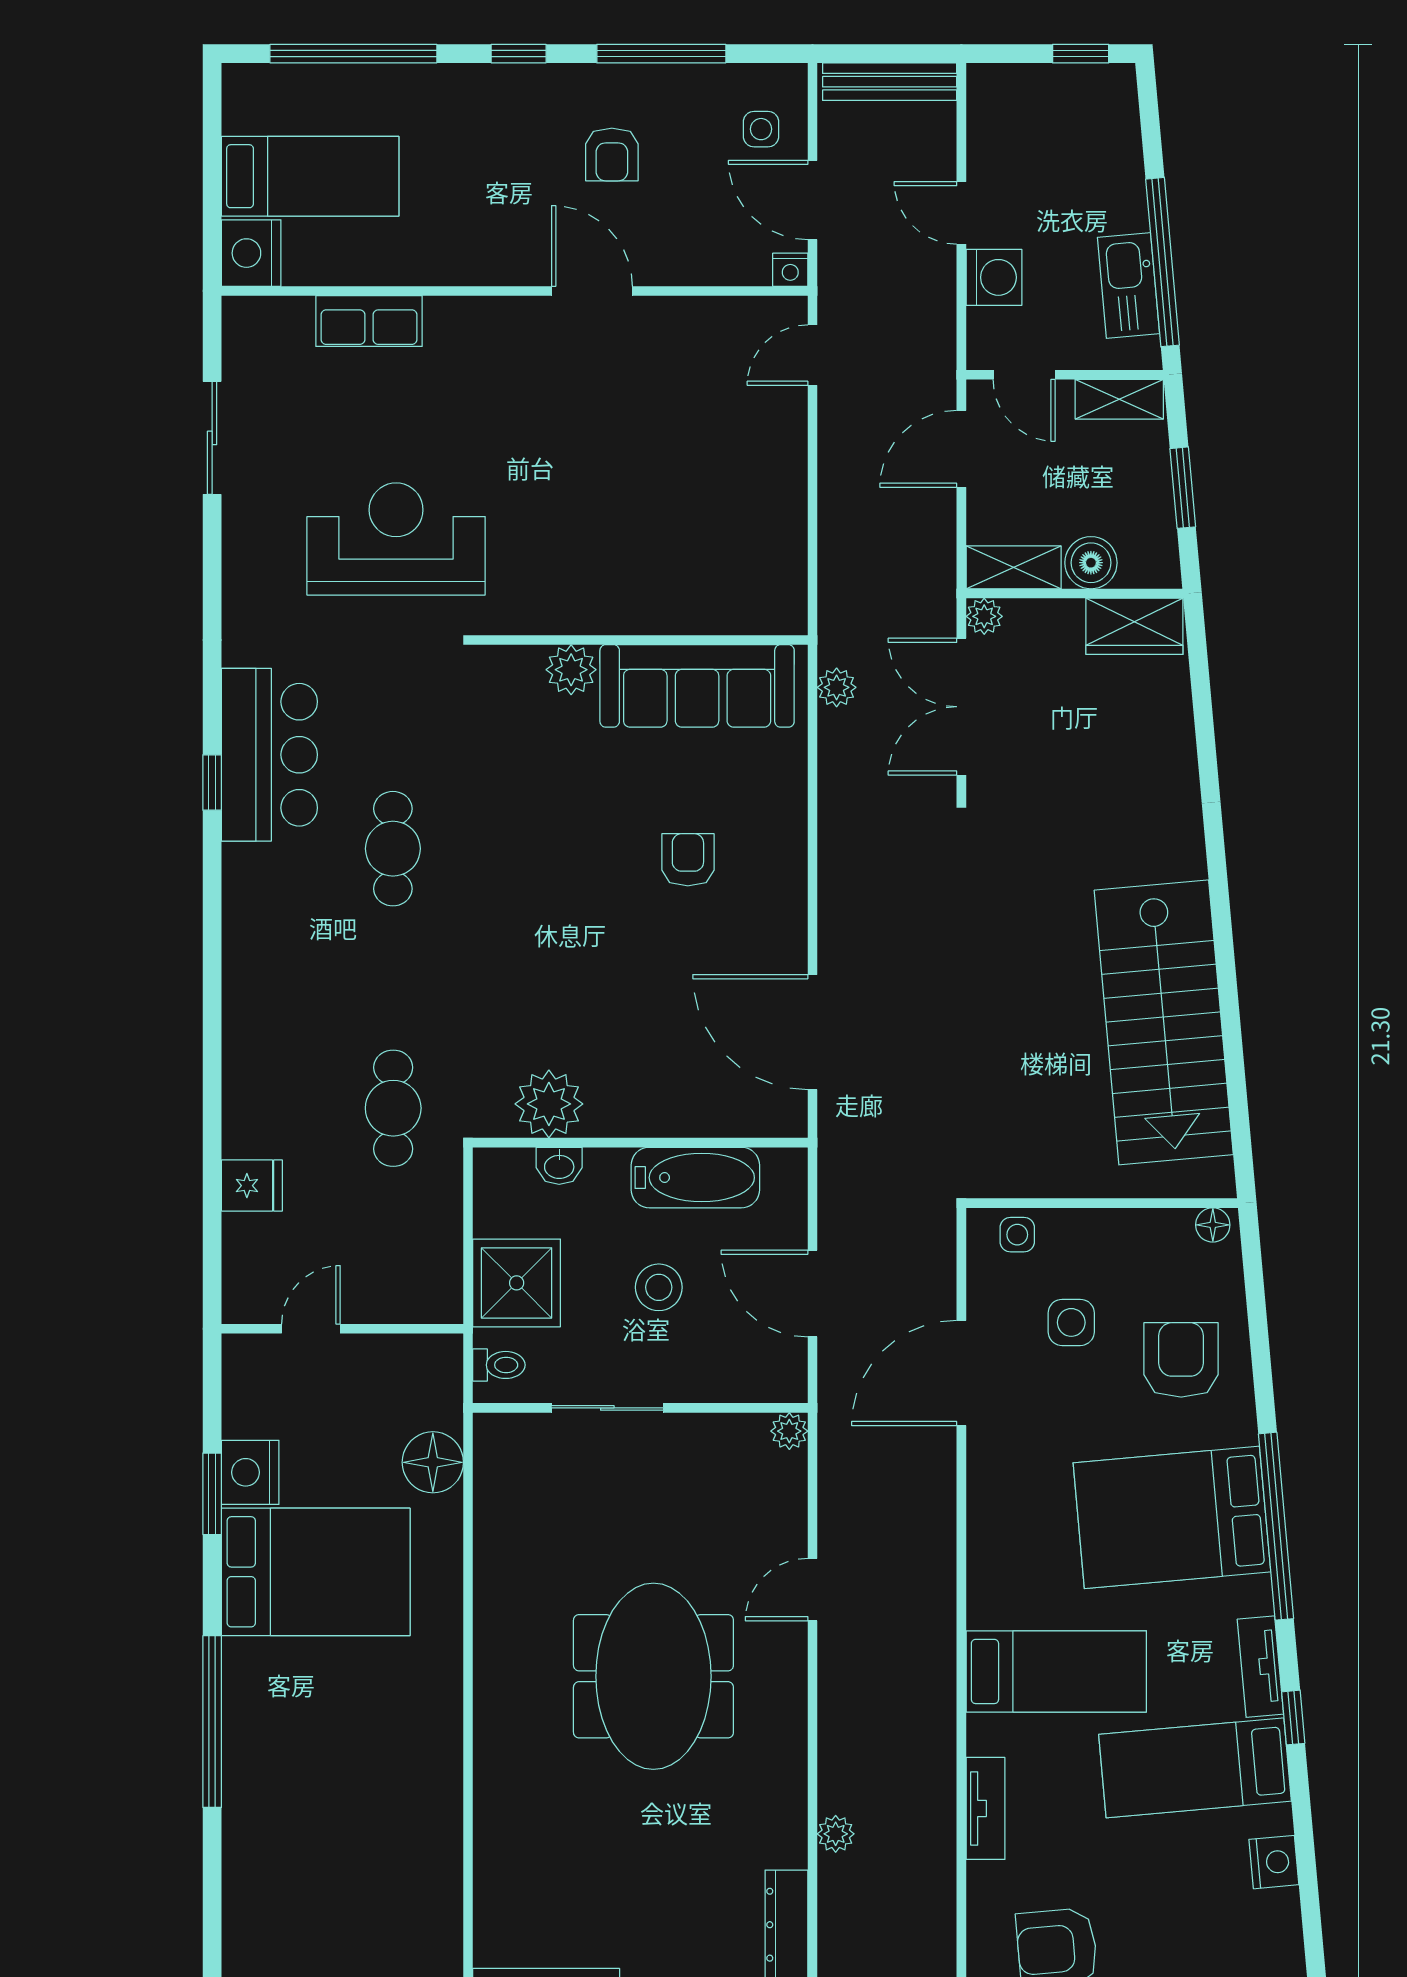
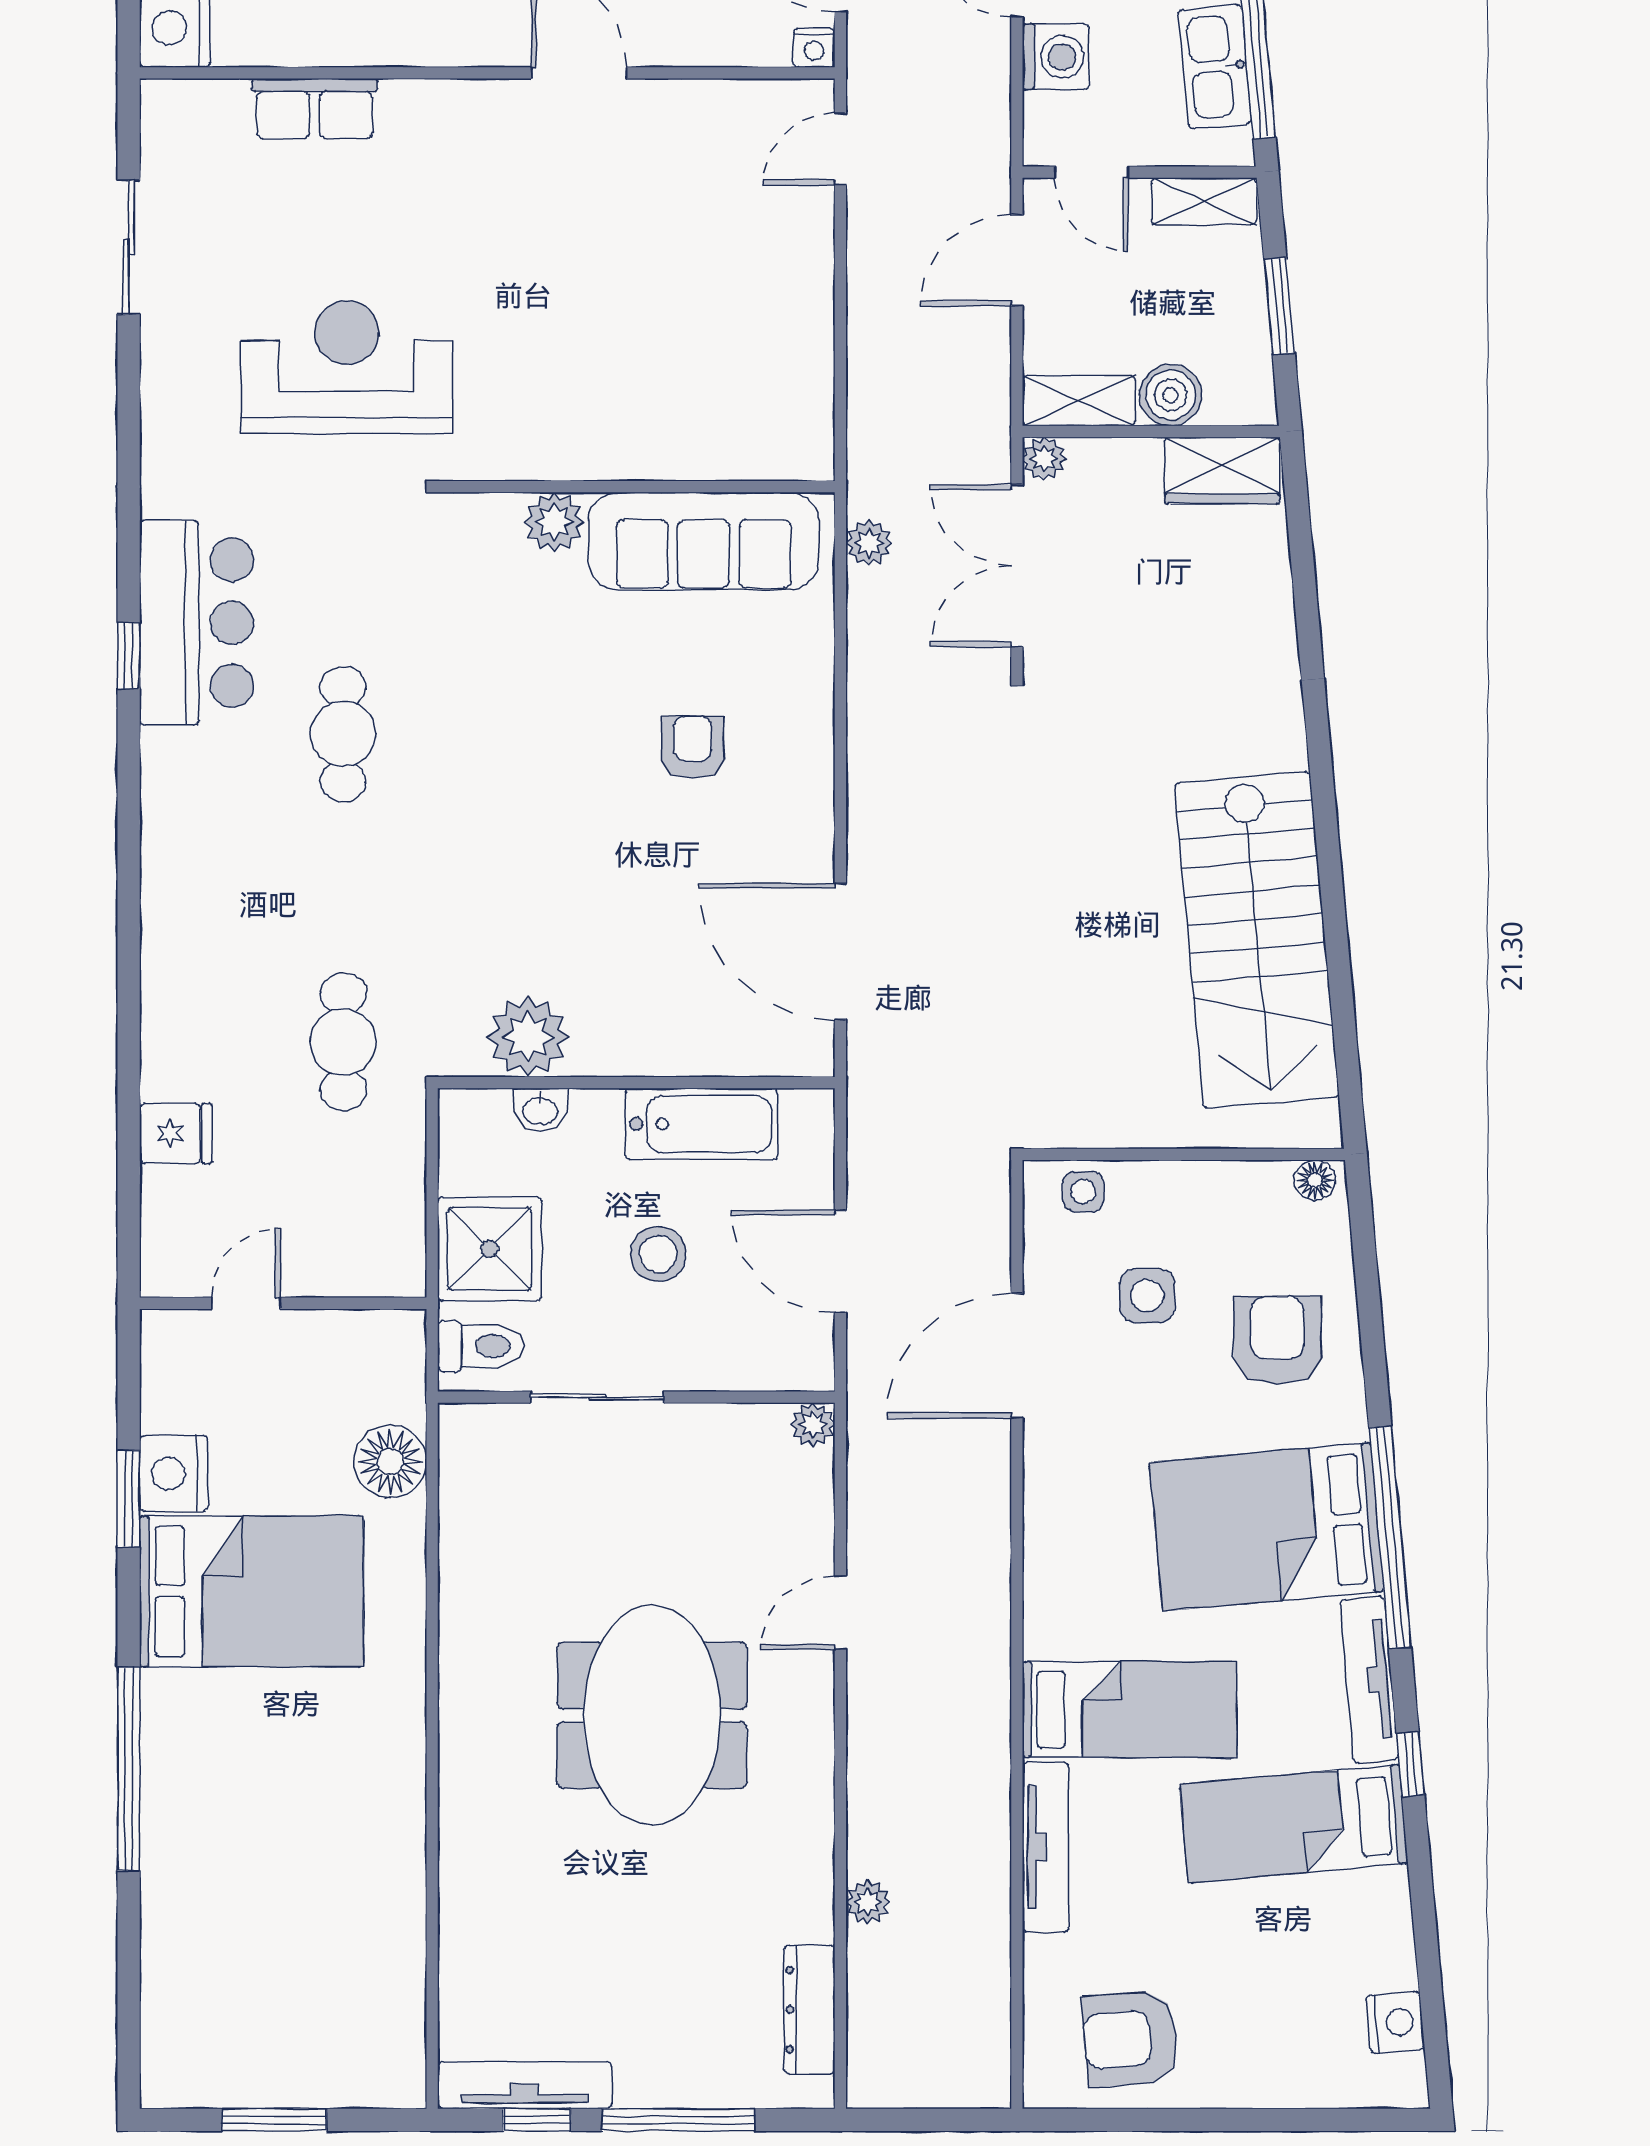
toilet: (499, 1365) -> (481, 1346), width x1.37, depth x1.39
tv unit: (1260, 1667) -> (1369, 1680), width x1.41
tv unit: (985, 1808) -> (1046, 1847), width x1.41
nightstand: (1274, 1862) -> (1395, 2022), moved

